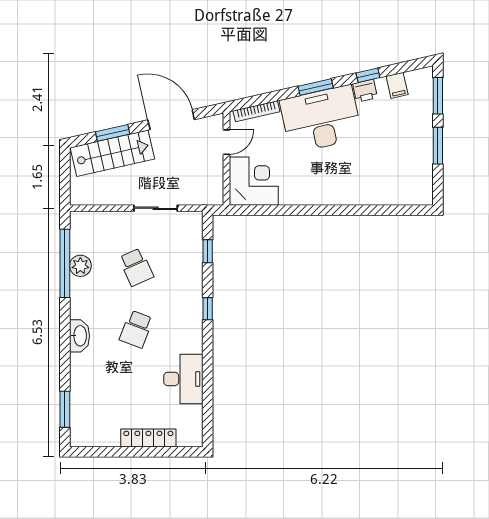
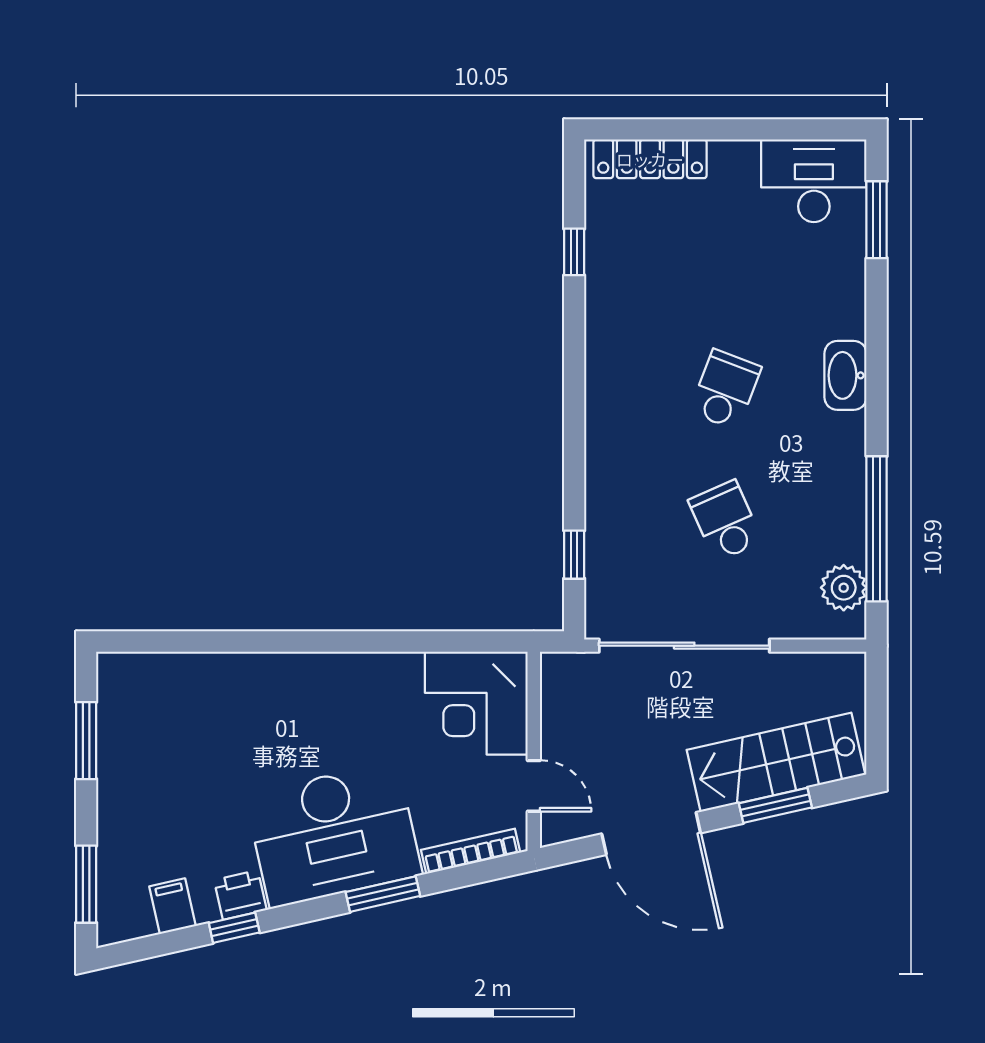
window: (316, 87) -> (383, 894), moved
door: (227, 142) -> (534, 786), swing flipped
window: (438, 146) -> (86, 741), moved
sliding door: (156, 208) -> (684, 646), width x1.86
plant: (80, 266) -> (844, 588), moved
window: (208, 309) -> (574, 252), moved
desk: (183, 379) -> (814, 181), moved, turned 90
locker: (148, 438) -> (650, 159), moved

